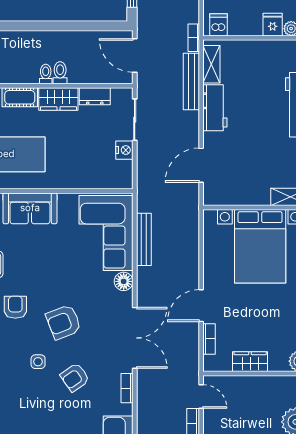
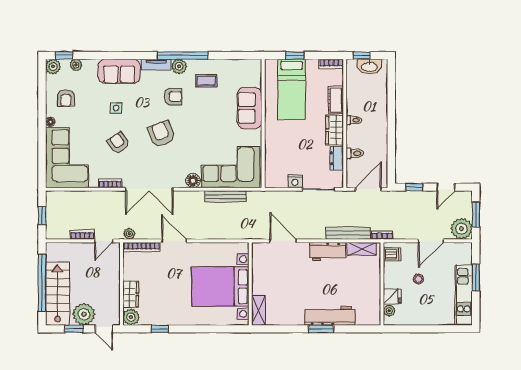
toilet: (60, 73) -> (355, 153), moved
bookcase: (209, 339) -> (142, 247), width x1.56
side table: (38, 362) -> (116, 108), moved
wardrobe: (250, 362) -> (131, 294), moved
plant: (192, 363) -> (129, 234), added

